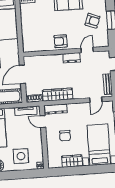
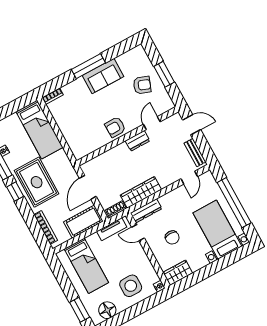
wardrobe: (72, 161) -> (178, 273), moved

